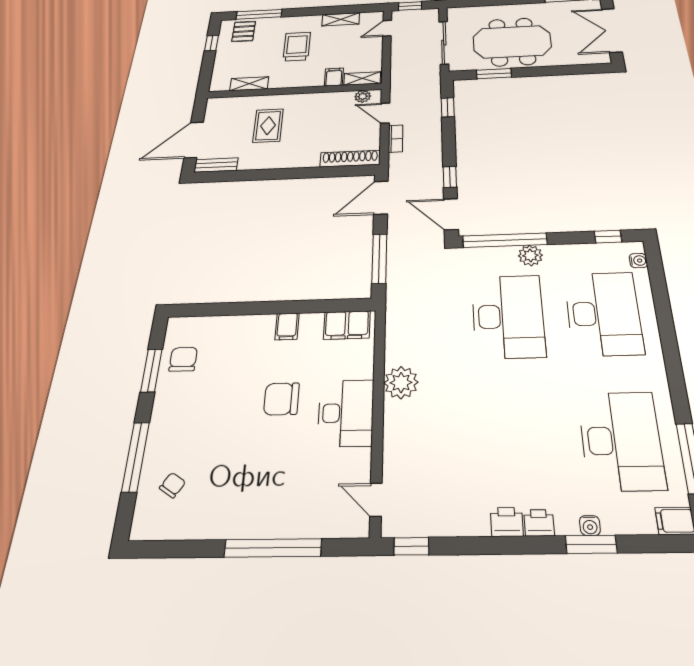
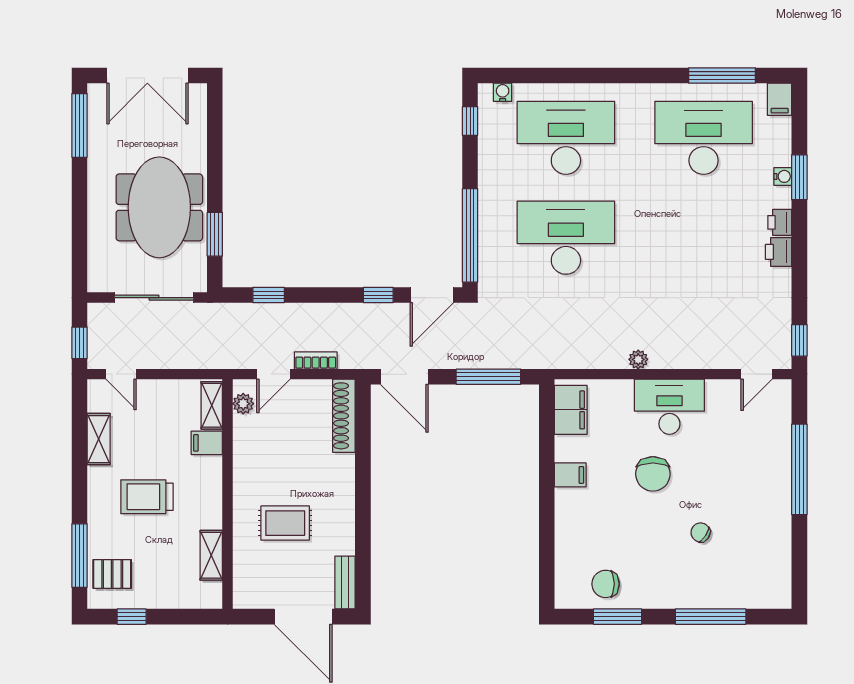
plant: (530, 255) -> (491, 208), removed
plant: (401, 383) -> (638, 359), width x0.53, depth x0.53
chair: (173, 485) -> (700, 532), moved

